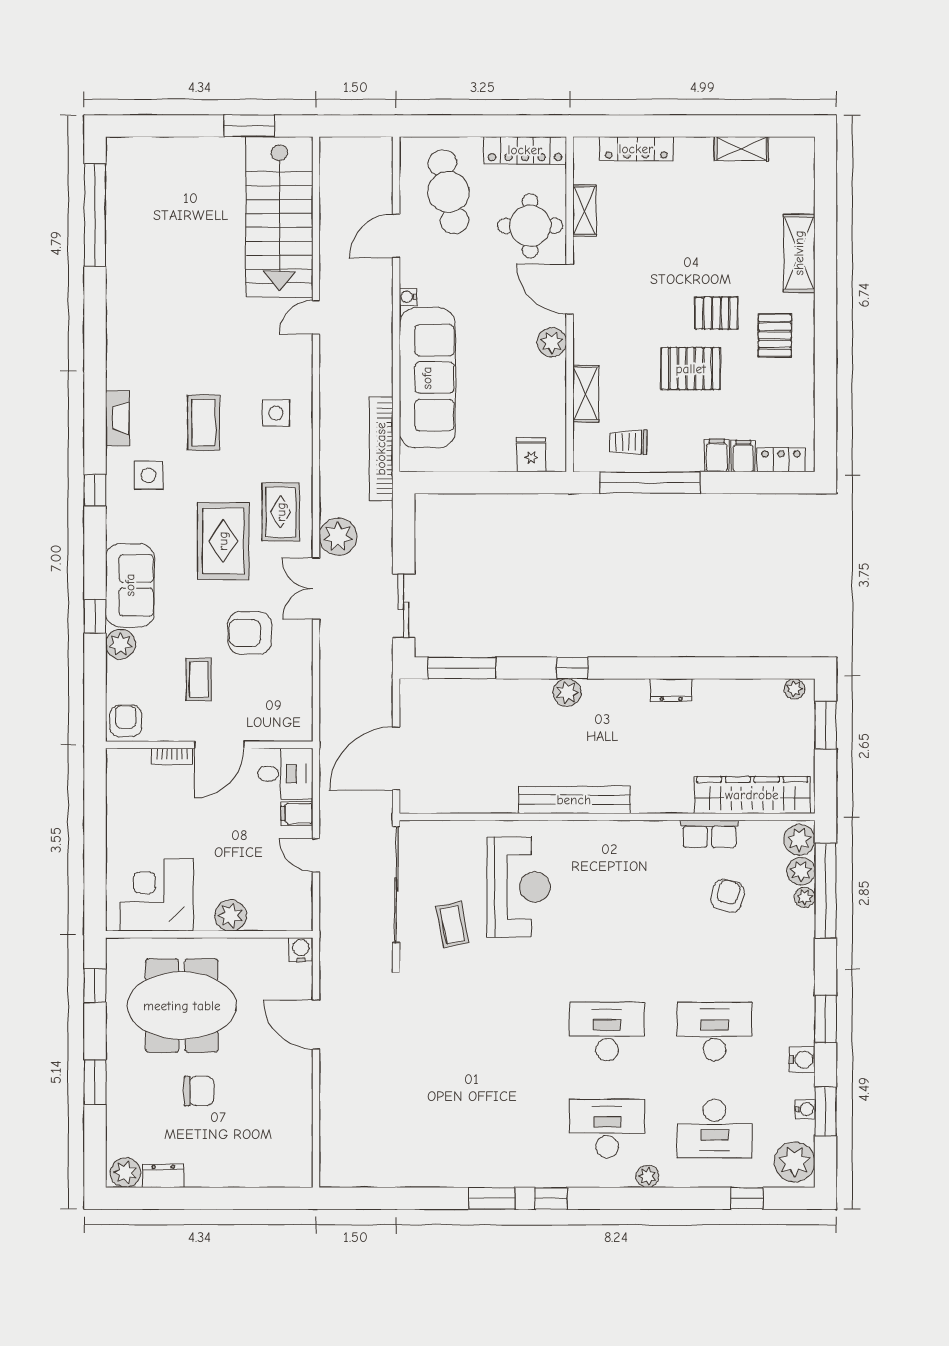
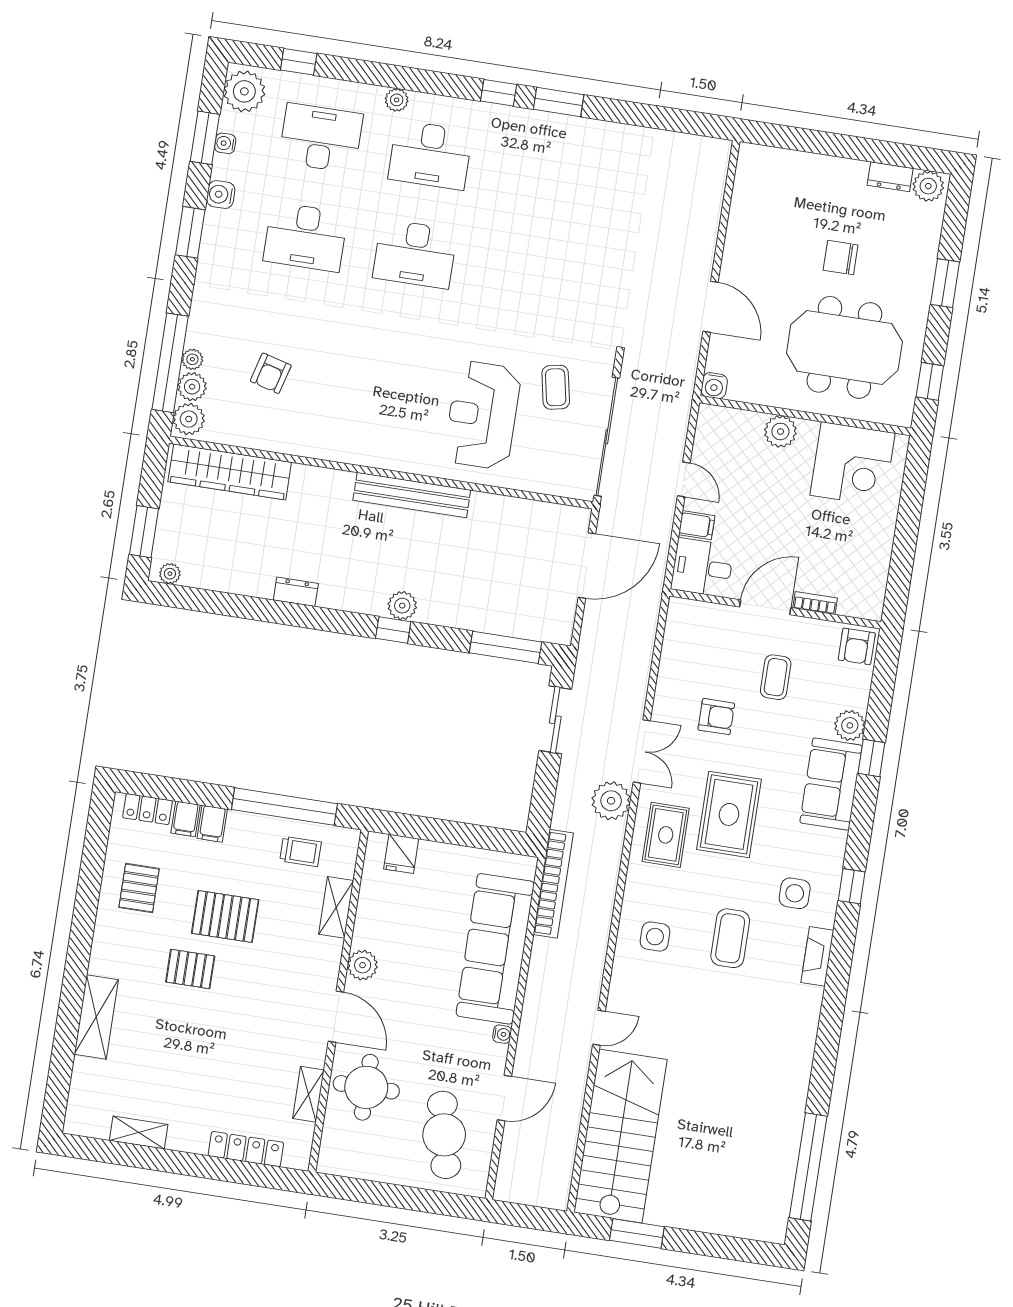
locker: (525, 150) -> (359, 1165), removed
pallet: (775, 335) -> (139, 888), moved
armchair: (250, 633) -> (716, 717), width x0.72, depth x0.72
row of seats: (710, 834) -> (279, 439), removed

